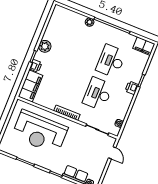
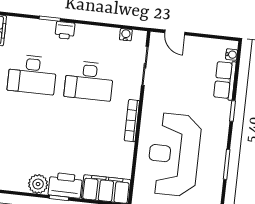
printer: (36, 66) -> (65, 185), width x1.87, depth x1.48
reception desk: (40, 132) -> (174, 155), turned 180
door: (112, 153) -> (175, 32), swing flipped

